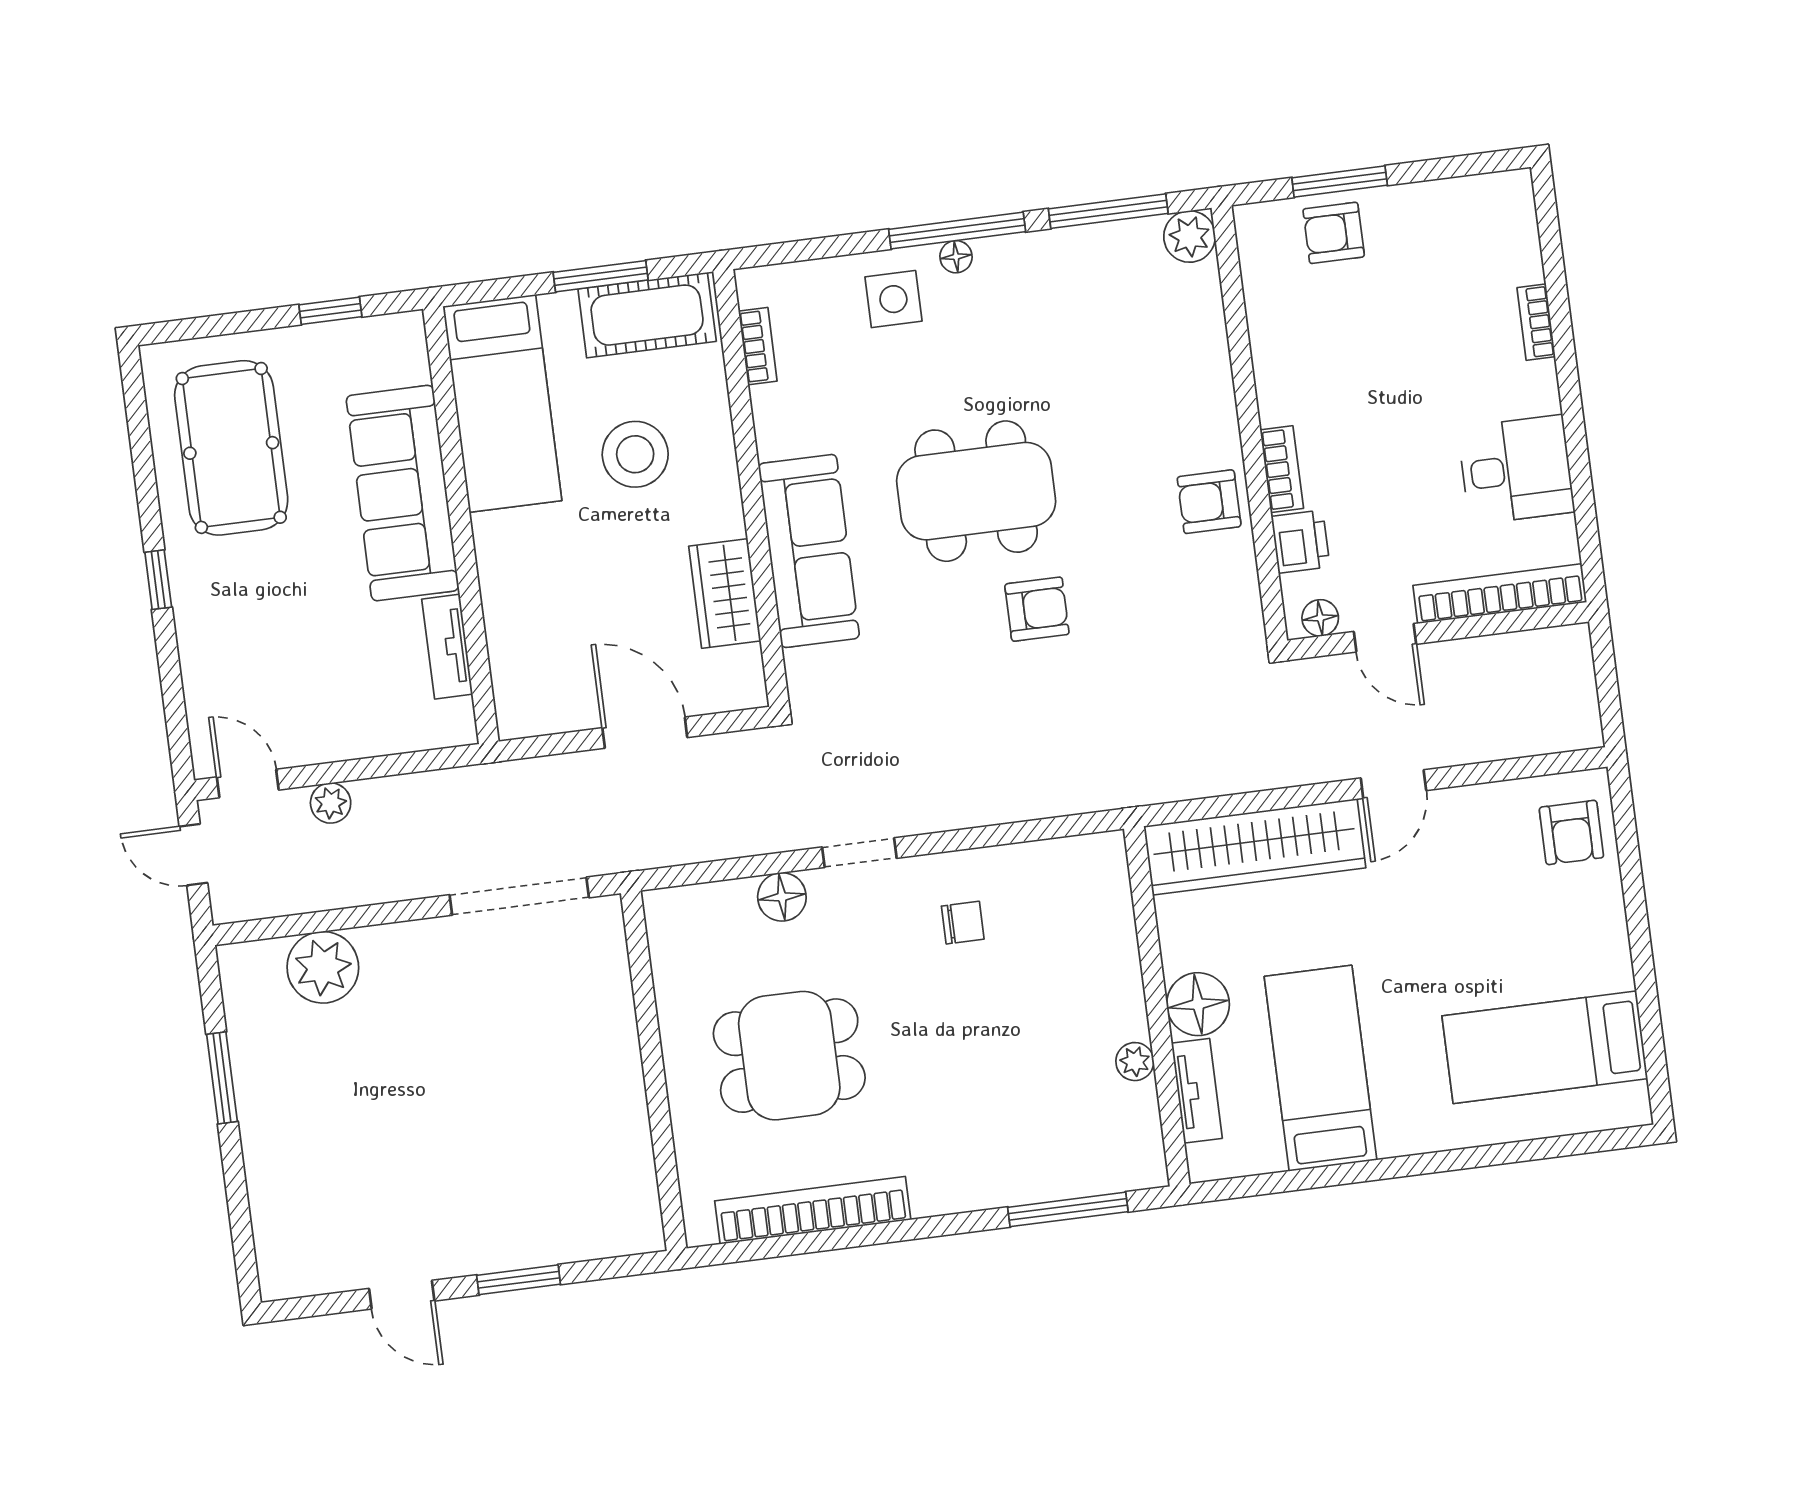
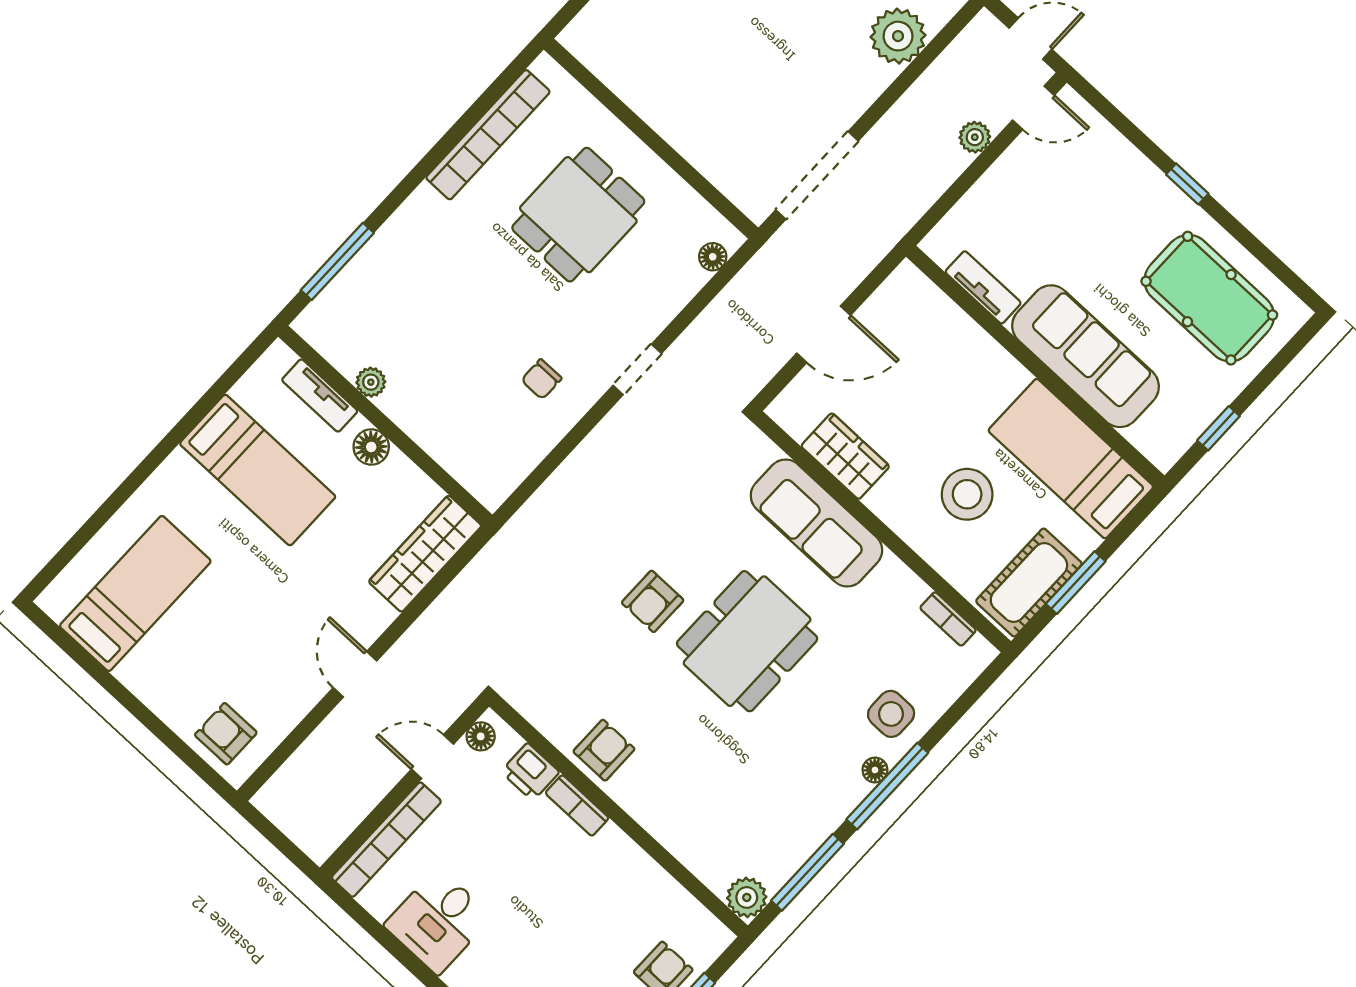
wardrobe: (1255, 847) -> (425, 554), width x0.71, depth x0.85
floor lamp: (782, 897) -> (713, 257), moved, width x0.73, depth x0.73
floor lamp: (1198, 1004) -> (371, 447), width x0.73, depth x0.73

